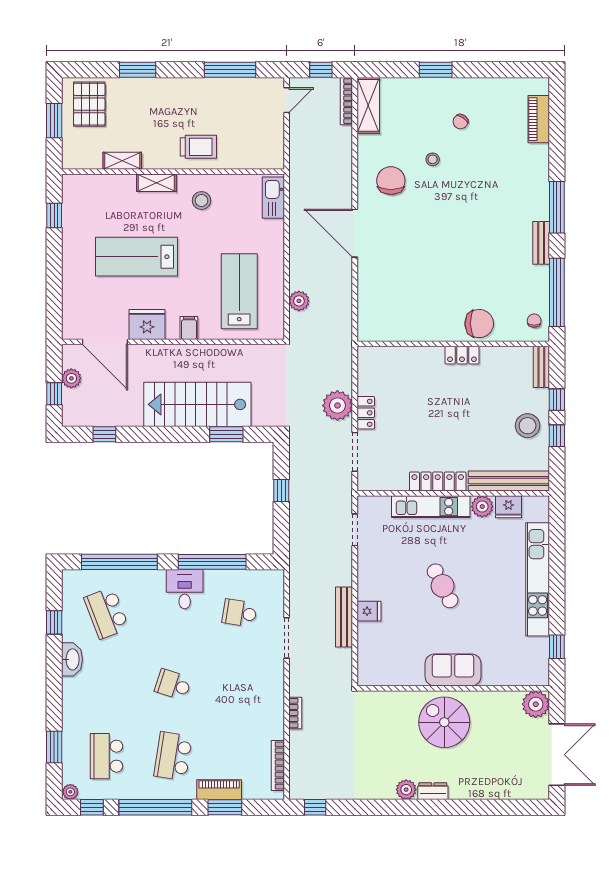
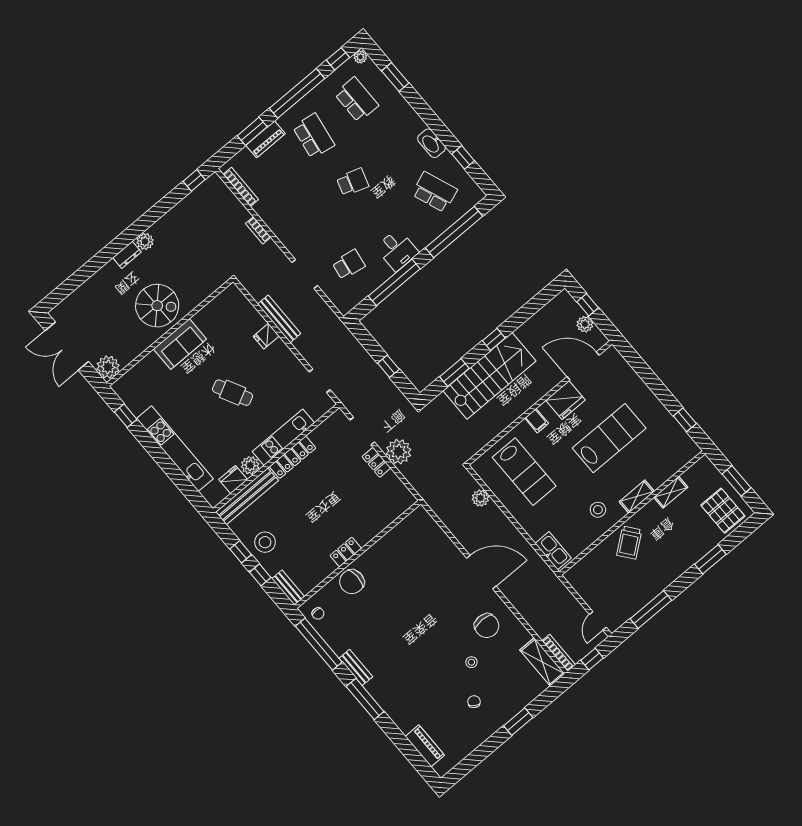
trolley: (198, 147) -> (629, 543), turned -38
window: (104, 434) -> (494, 339), moved

